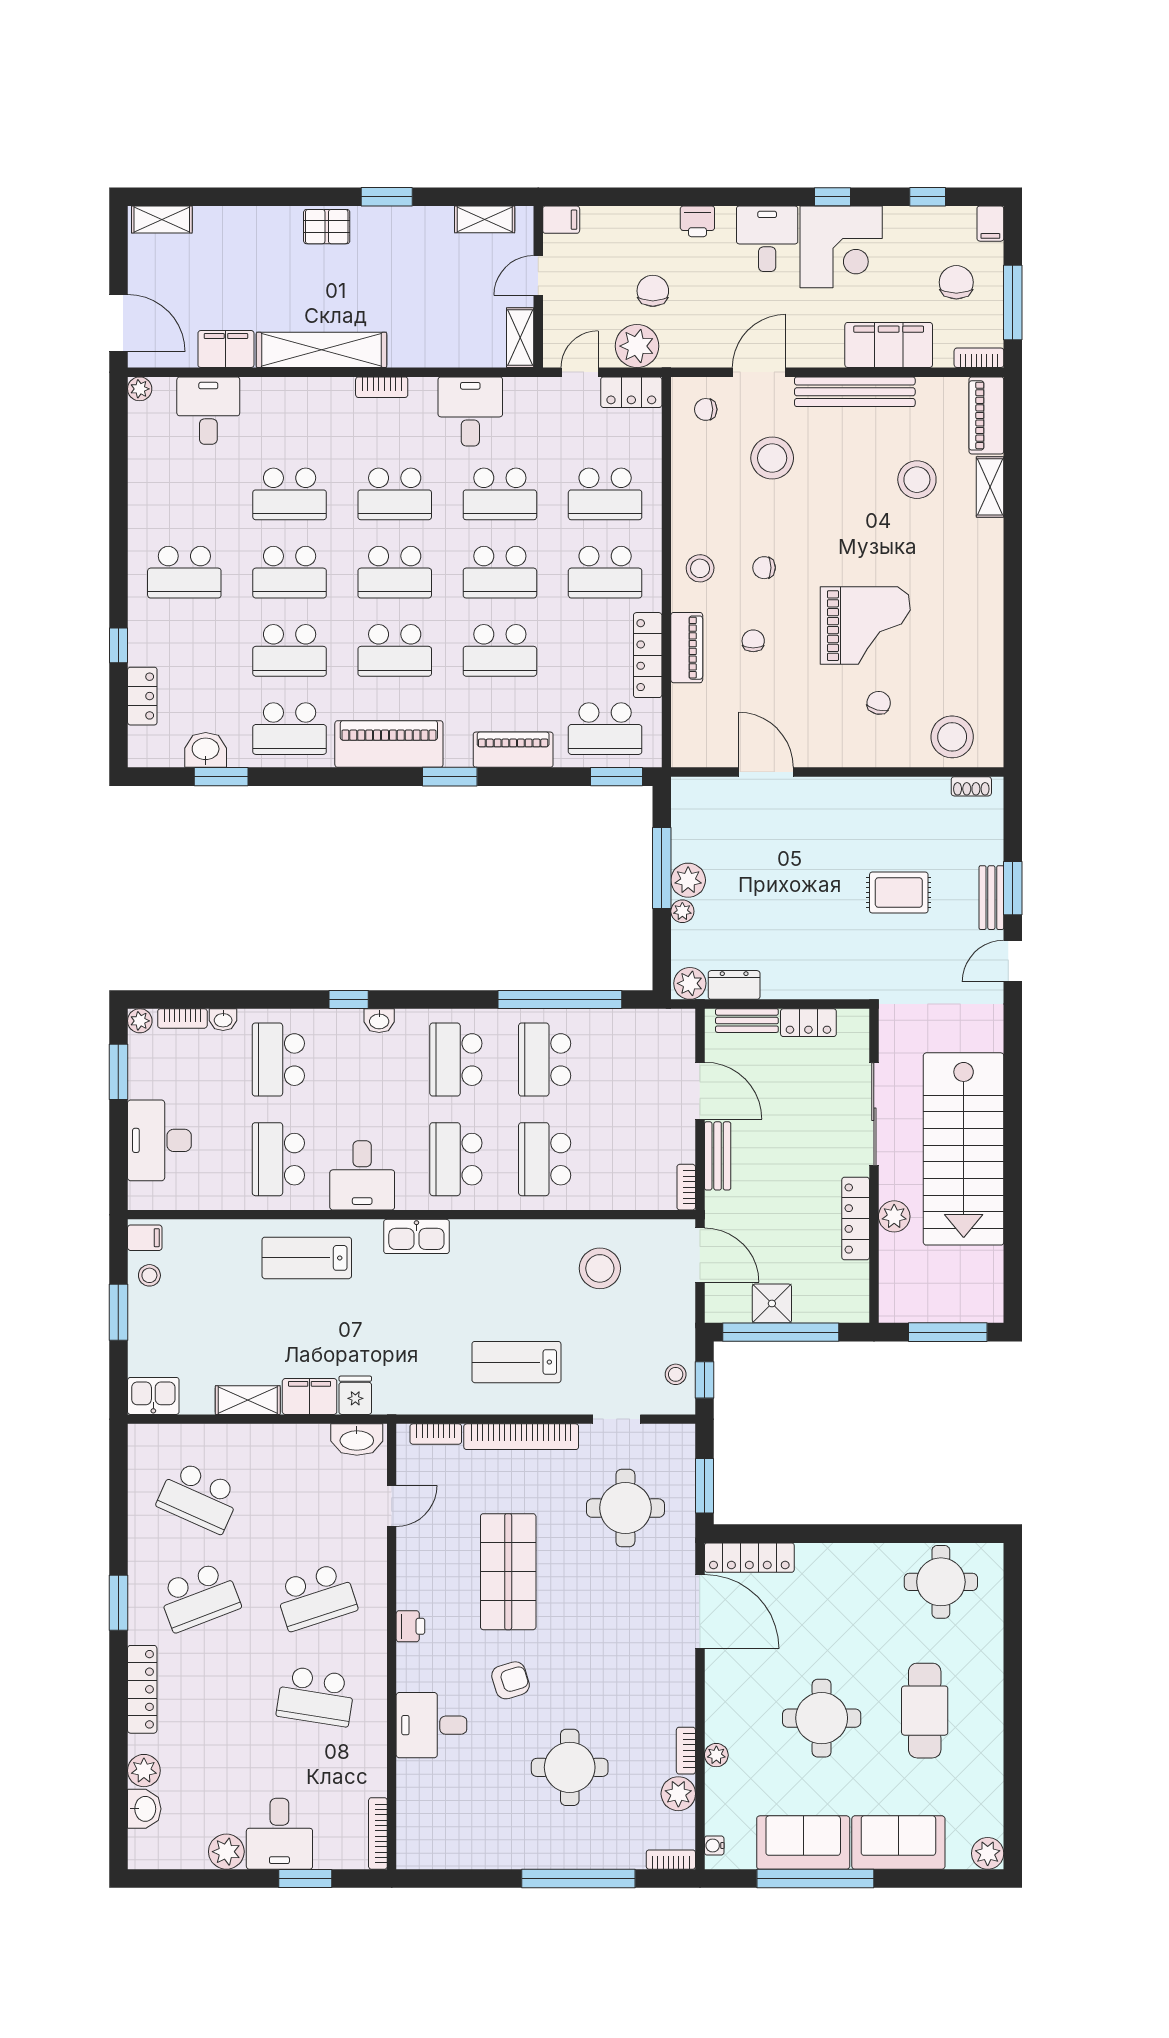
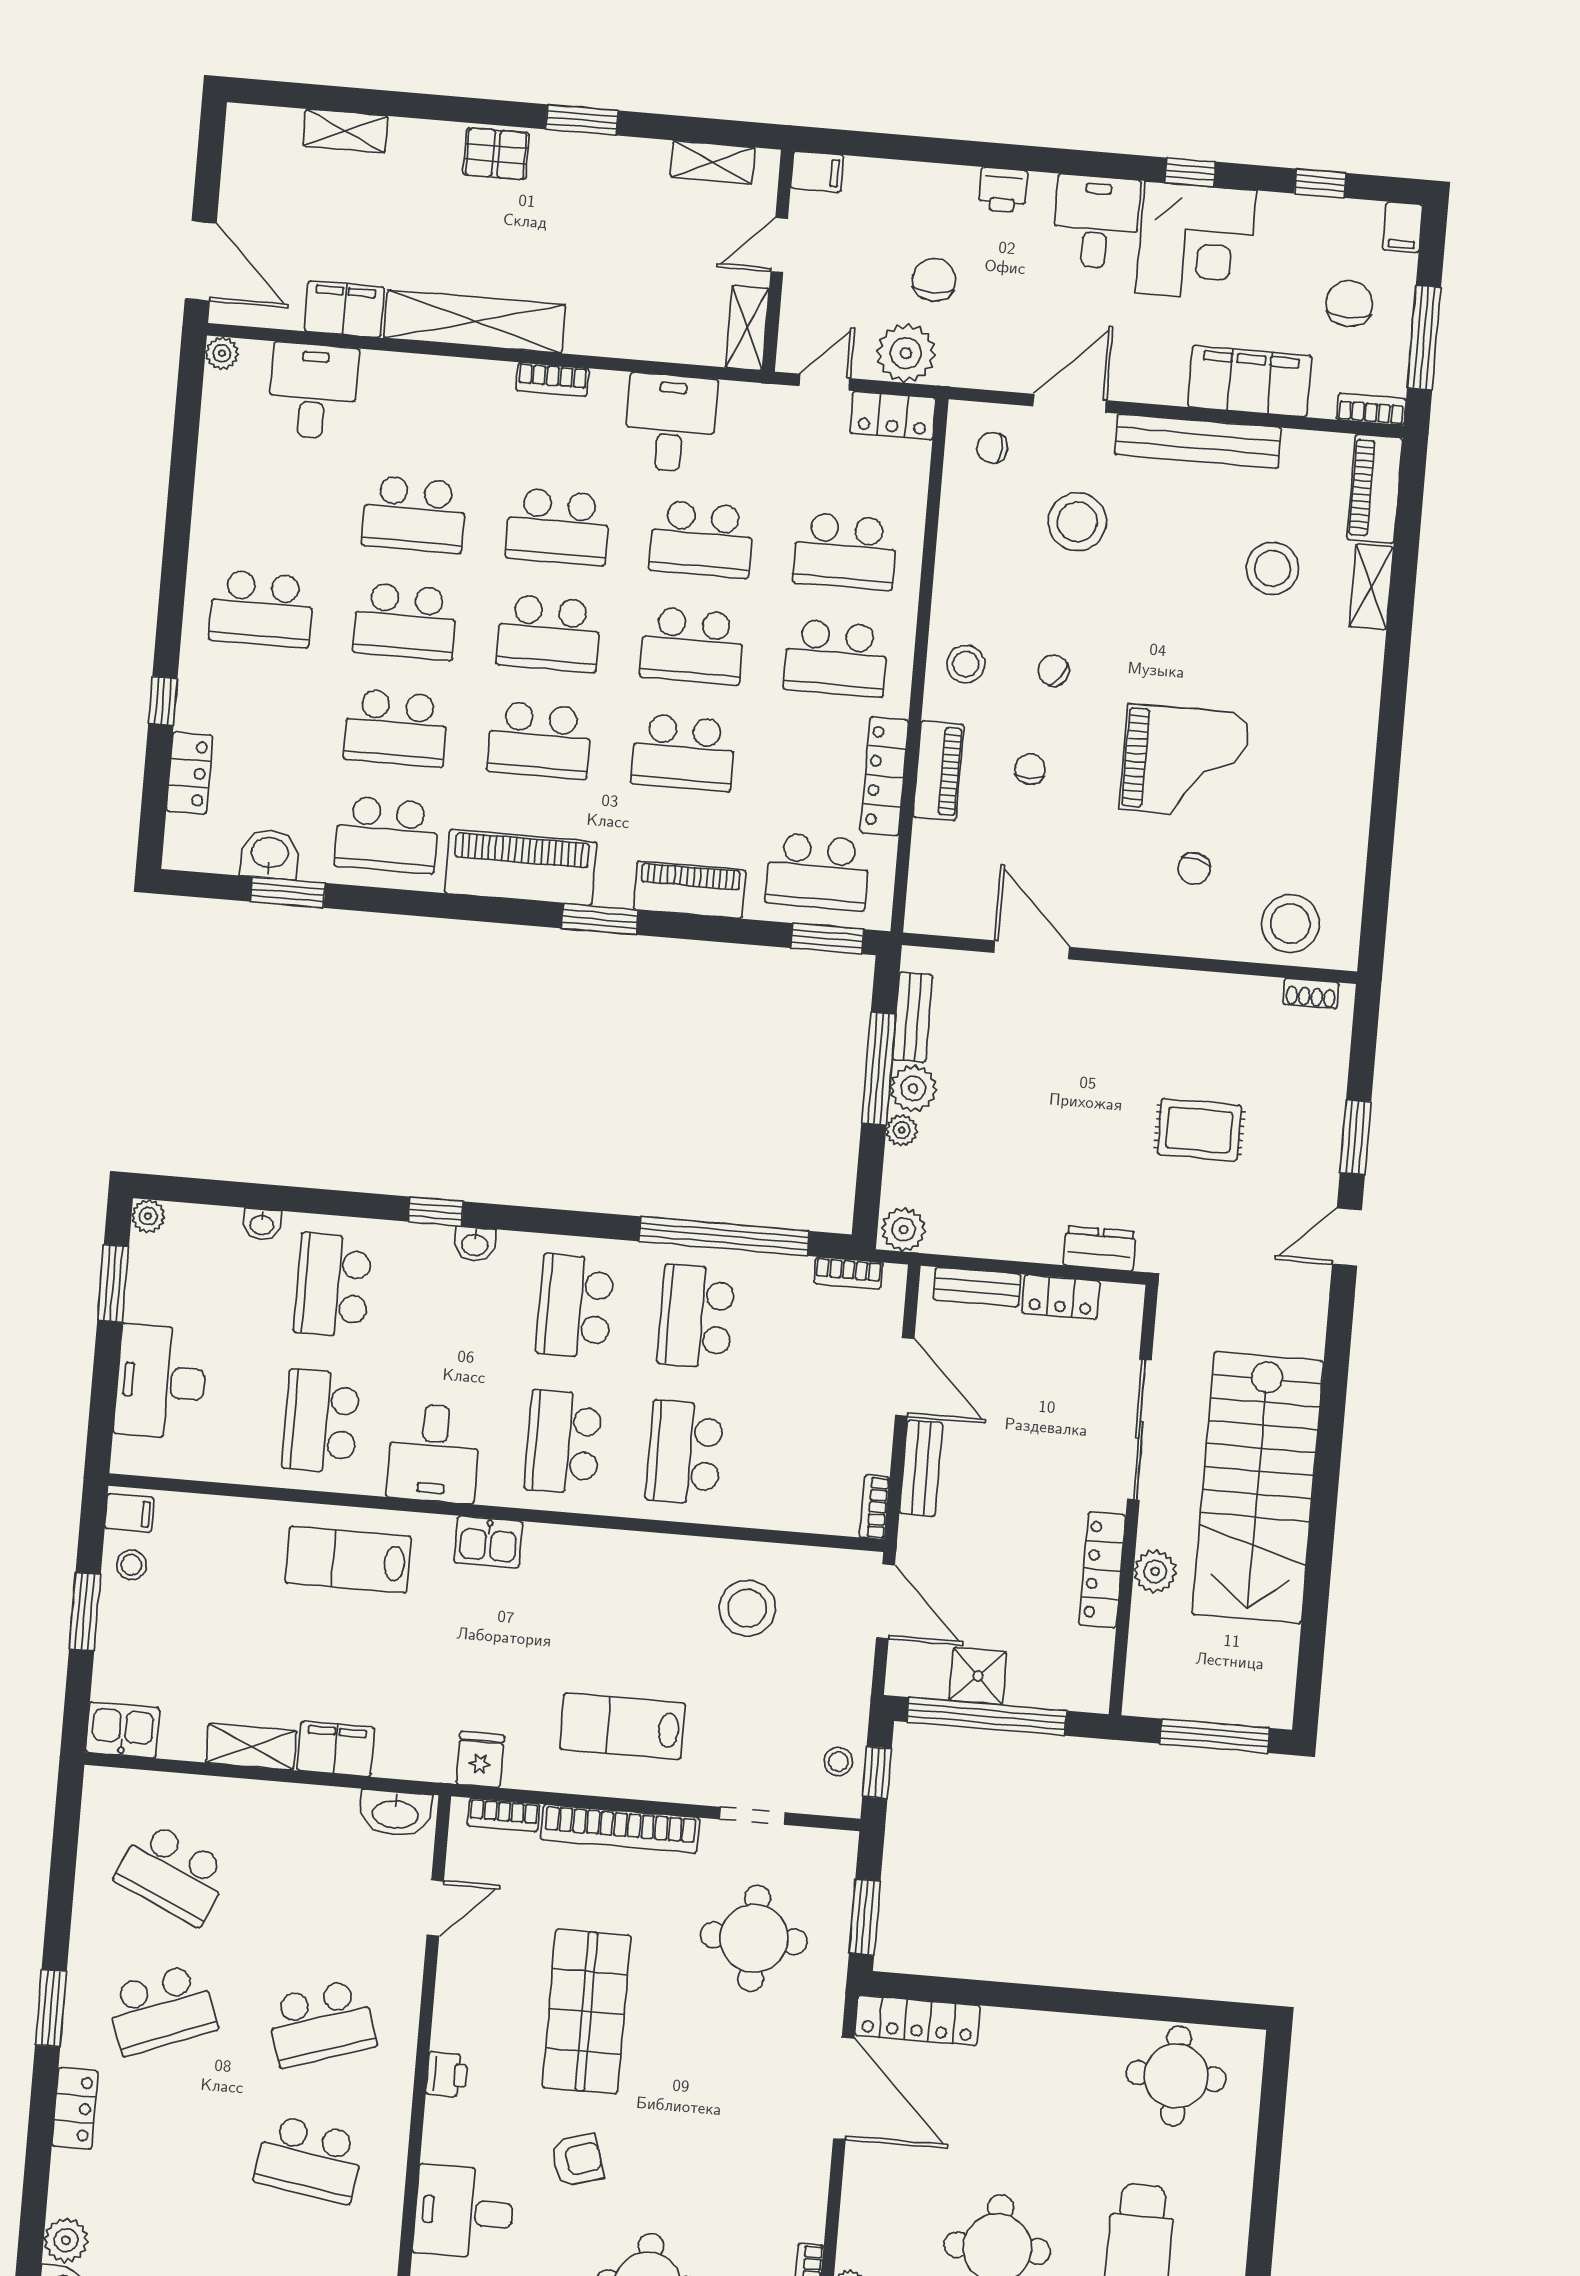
shelving: (162, 219) -> (345, 131), moved
chair: (764, 568) -> (1053, 671), turned 35
chair: (879, 703) -> (1194, 868), turned 180
bench: (991, 898) -> (912, 1017), moved
dresser: (734, 985) -> (1099, 1248), moved
bookcase: (182, 1018) -> (848, 1273), moved
kitchen sink: (416, 1236) -> (488, 1542), width x0.73
fridge: (355, 1395) -> (480, 1760), moved
locker: (142, 1689) -> (75, 2108), width x0.66

